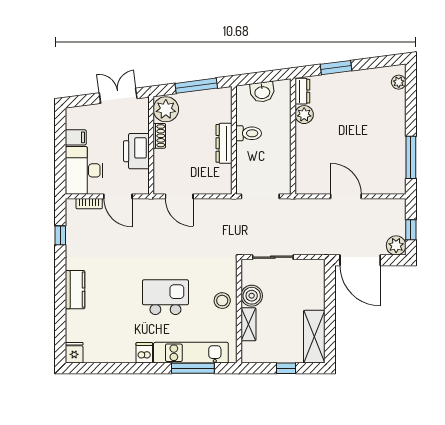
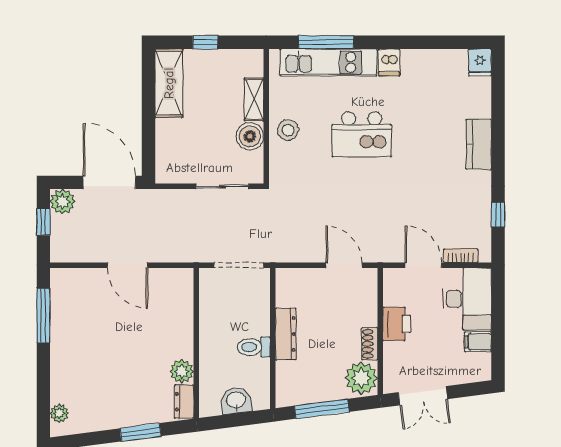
printer: (136, 151) -> (397, 324), width x0.73, depth x0.84

